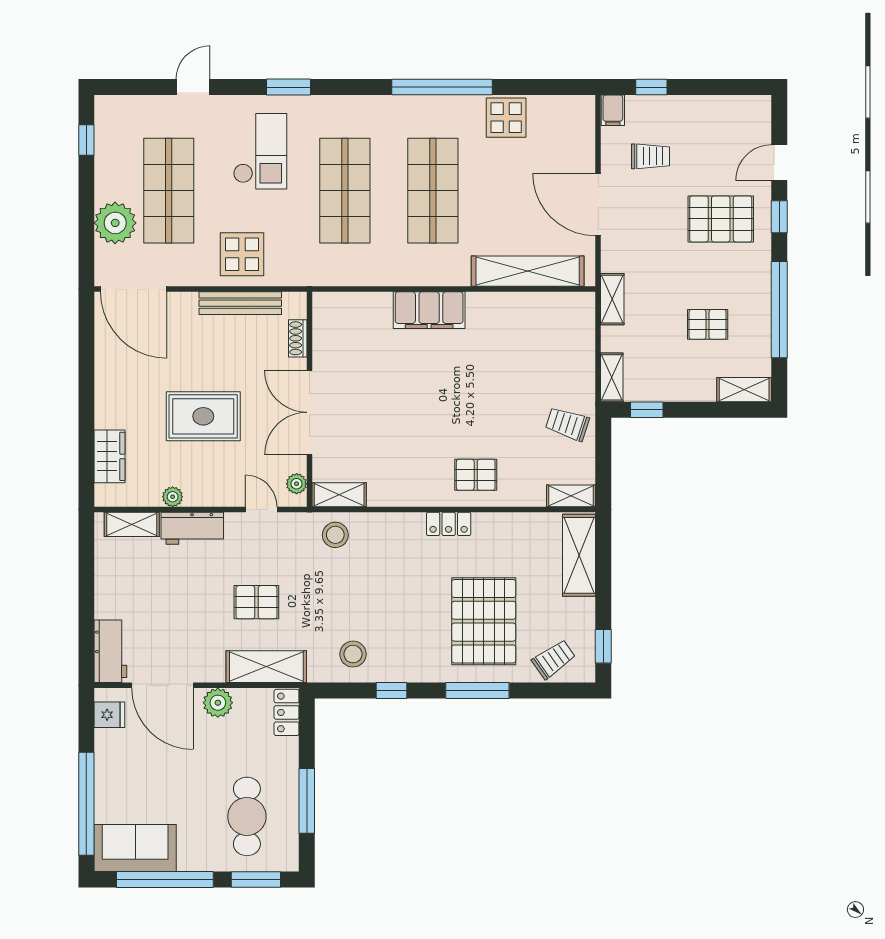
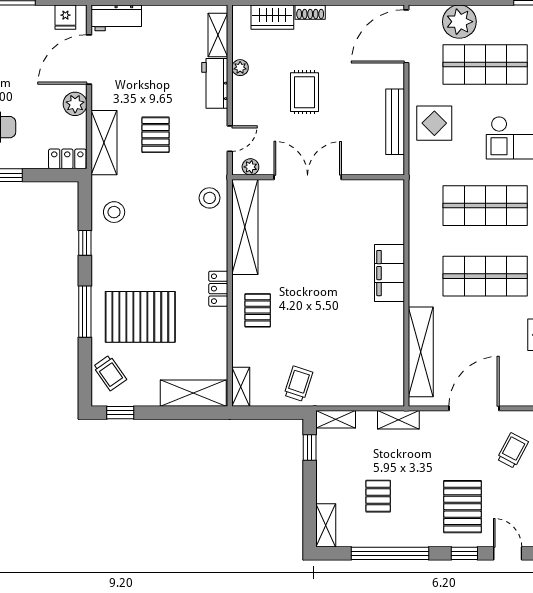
trolley: (651, 156) -> (513, 450), turned -152
shoe rack: (298, 338) -> (310, 12), moved, turned 180
rug: (203, 416) -> (304, 92), width x0.73, depth x0.70
shelving: (339, 495) -> (245, 227), width x2.20, depth x1.33

